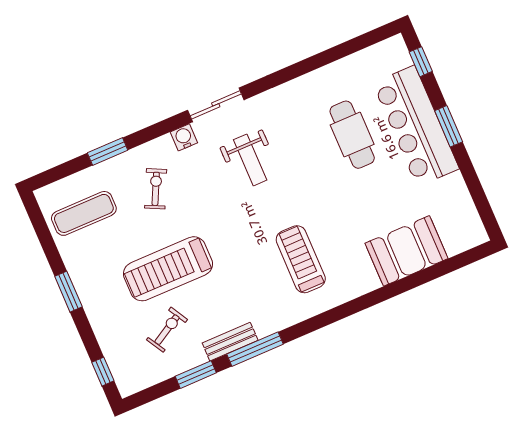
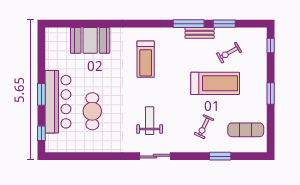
water cooler: (184, 137) -> (178, 147), removed

